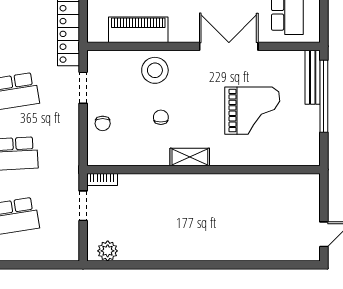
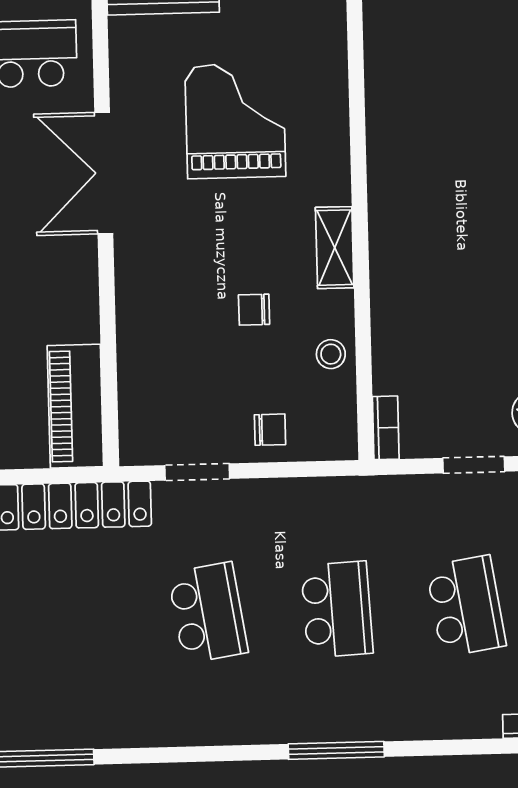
piano: (138, 30) -> (75, 406), moved
stool: (155, 70) -> (331, 354), moved, width x0.53, depth x0.53
doorway: (83, 206) -> (474, 465), moved

